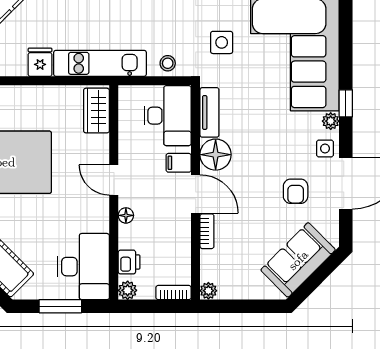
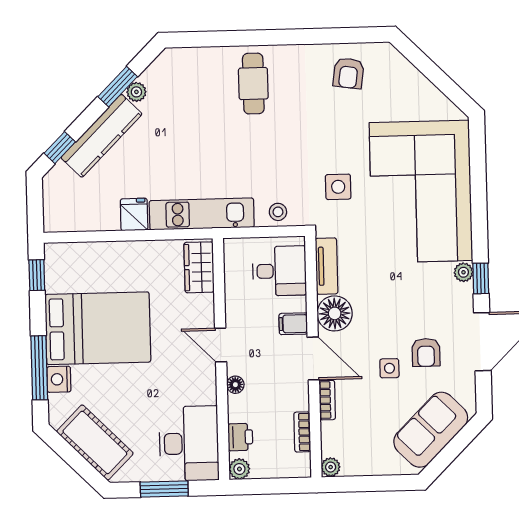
window: (346, 103) -> (481, 278), moved
desk: (168, 116) -> (279, 271), width x0.73
side table: (325, 149) -> (389, 368), moved
bookcase: (173, 293) -> (302, 432), moved, turned -90

